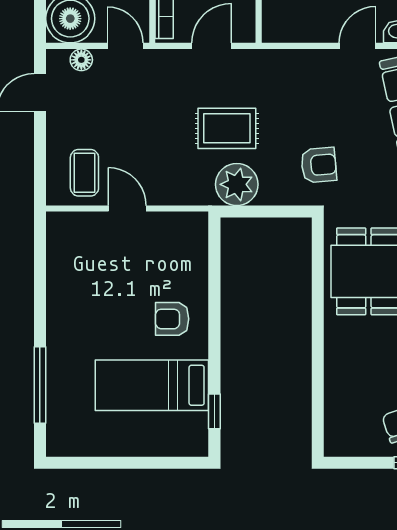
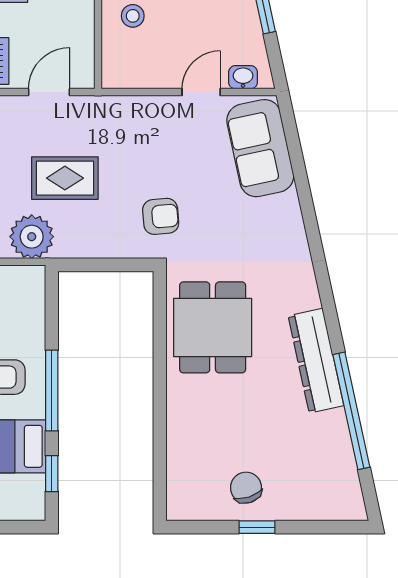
plant: (237, 184) -> (32, 237), moved
window: (214, 332) -> (52, 391), added

